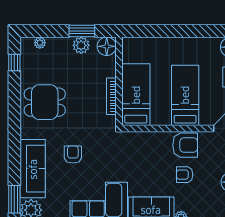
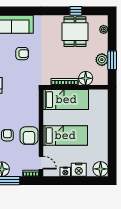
floor lamp: (107, 46) -> (86, 78), moved
window: (14, 63) -> (76, 11), moved
dining table: (45, 102) -> (75, 32), moved

